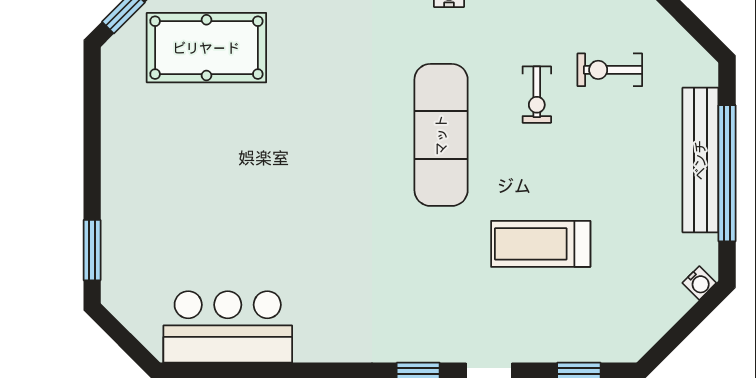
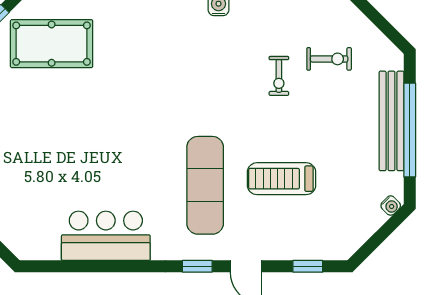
exercise bike: (610, 70) -> (329, 59), turned 180
exercise mat: (441, 135) -> (205, 185), moved
bar counter: (228, 327) -> (106, 236), moved

